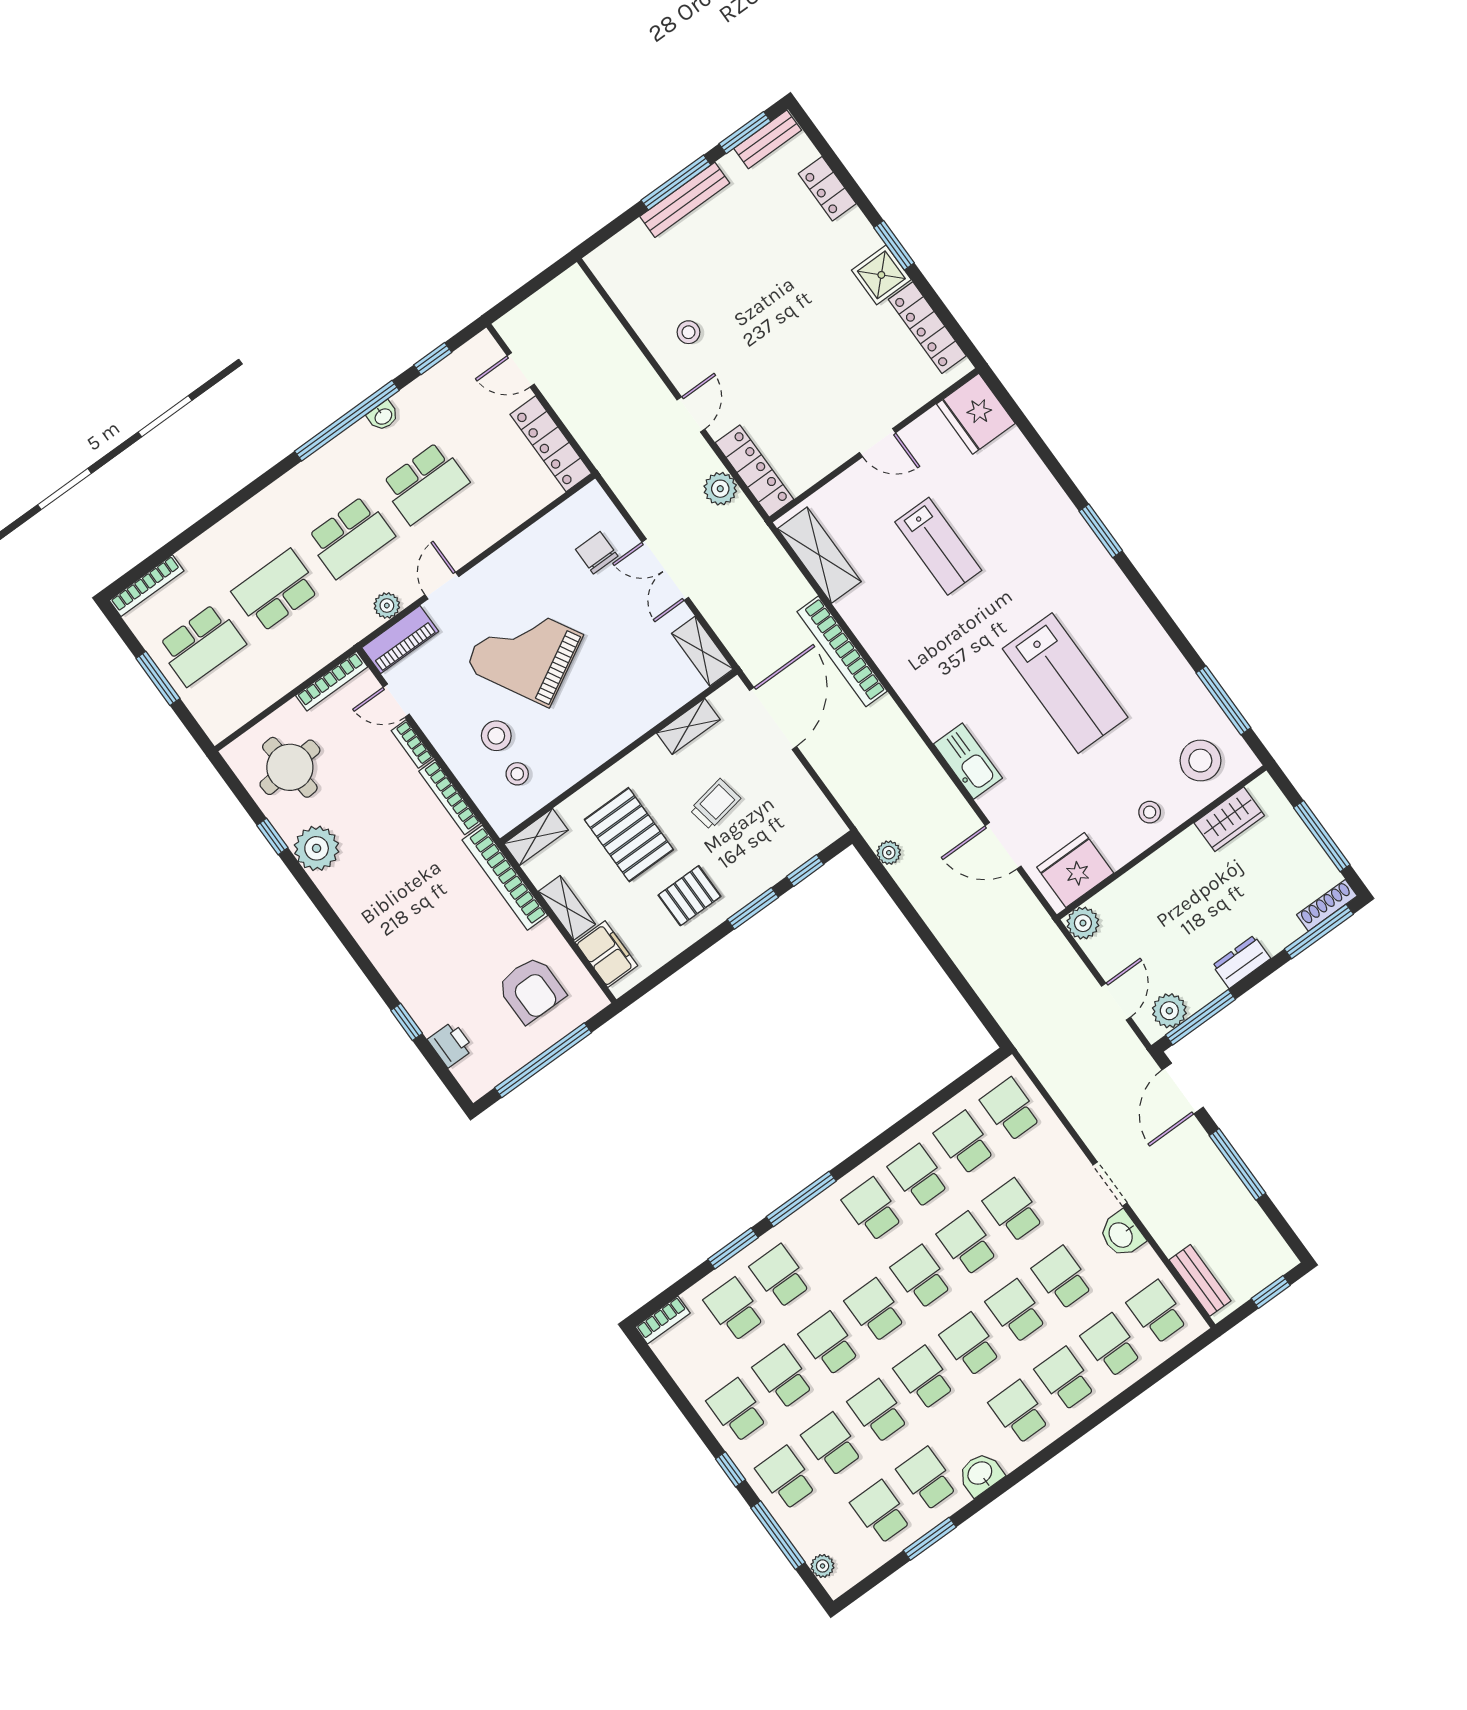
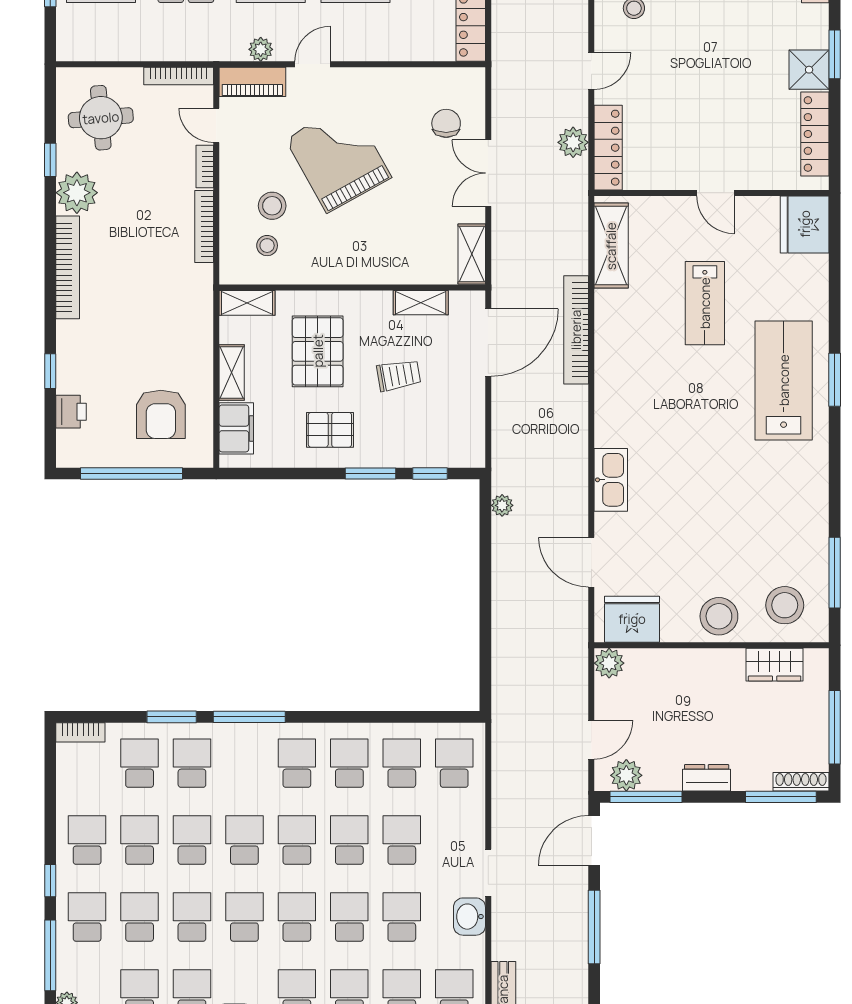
lab bench: (1065, 683) -> (784, 380), moved, turned 180
stool: (1150, 812) -> (719, 616), width x1.89, depth x1.89
bookcase: (505, 878) -> (68, 267), moved, turned 180

